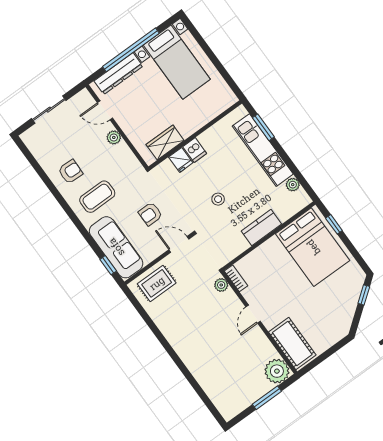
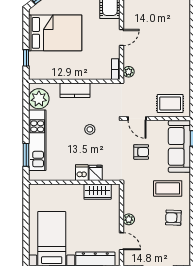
plant: (293, 185) -> (39, 99), width x1.88, depth x1.88
bed: (313, 247) -> (55, 33), moved, turned 90

